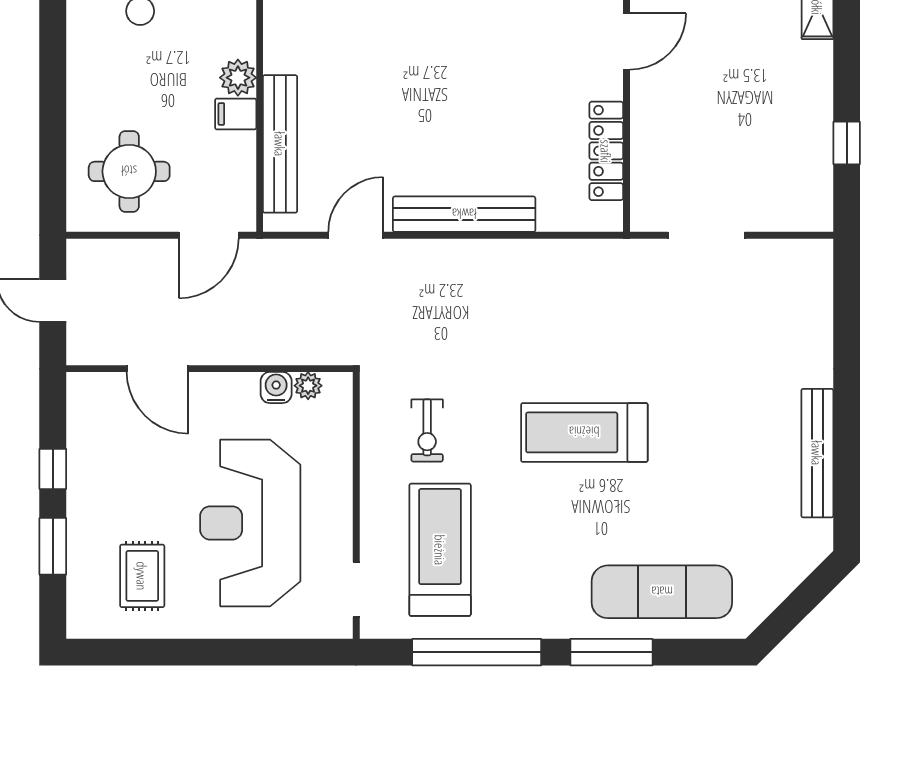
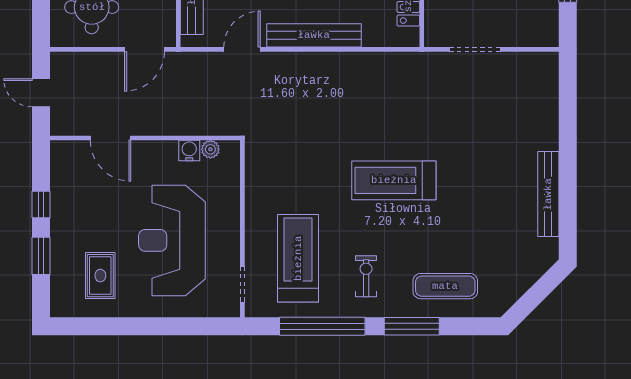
exercise bike: (427, 430) -> (366, 276), moved, turned 180
exercise mat: (662, 592) -> (445, 286), width x0.73, depth x0.69

